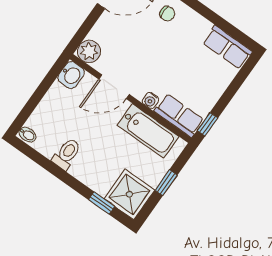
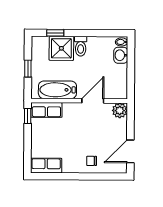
washbasin: (71, 75) -> (121, 55), moved
water cooler: (151, 100) -> (68, 107), removed
toilet: (67, 154) -> (81, 46), moved
shower: (129, 194) -> (61, 48), moved

